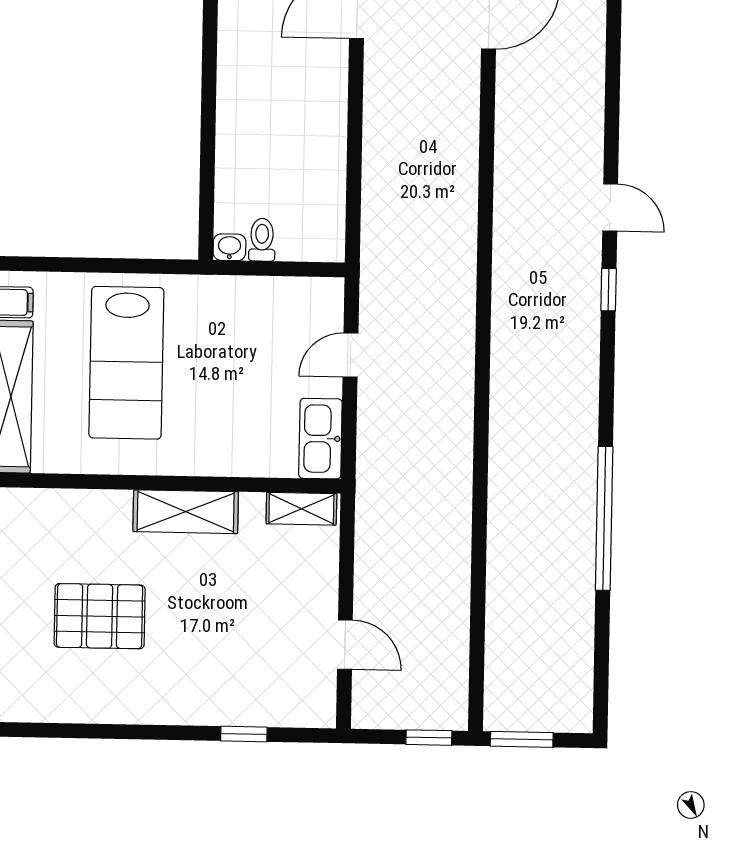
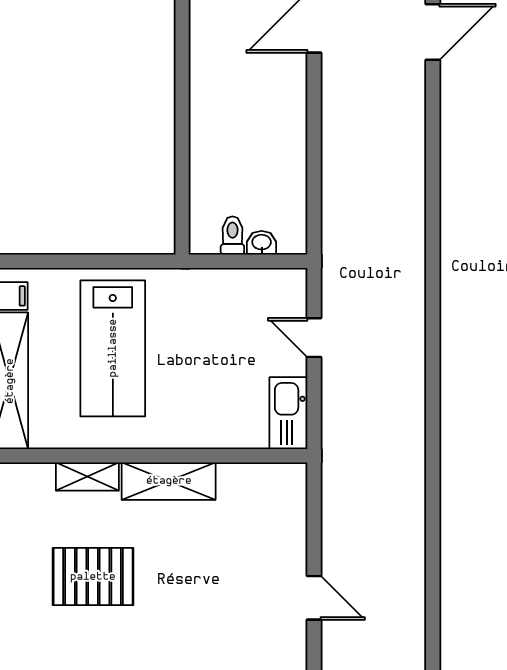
washbasin: (229, 247) -> (262, 243), moved
door: (350, 355) -> (314, 338), hinge flipped
shelving: (301, 509) -> (87, 477), moved

